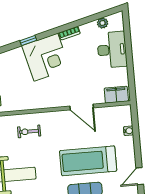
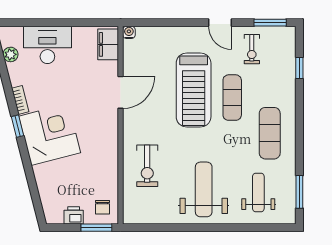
window: (28, 40) -> (17, 126), moved
exercise bike: (29, 131) -> (147, 166), width x1.38, depth x1.39
water cooler: (128, 131) -> (129, 32), moved

